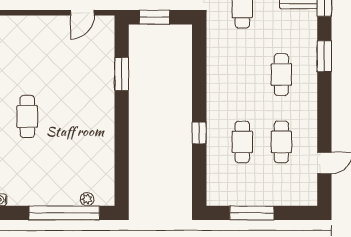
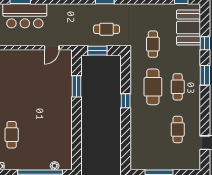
cafe table: (27, 116) -> (12, 135), moved
window: (199, 133) -> (126, 101), moved
cafe table: (242, 142) -> (153, 87), moved, width x1.37, depth x1.35

